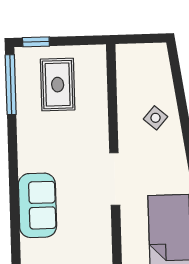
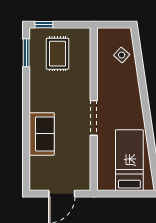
window: (11, 85) -> (26, 53), width x0.69
side table: (156, 118) -> (122, 55), moved

